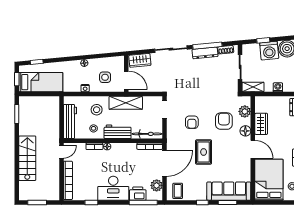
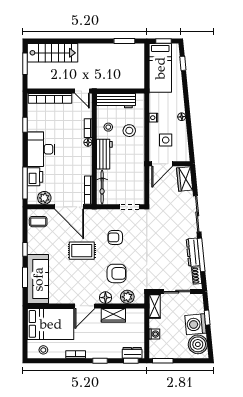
shelving: (126, 103) -> (137, 163), removed
stairs: (27, 158) -> (53, 53), moved

